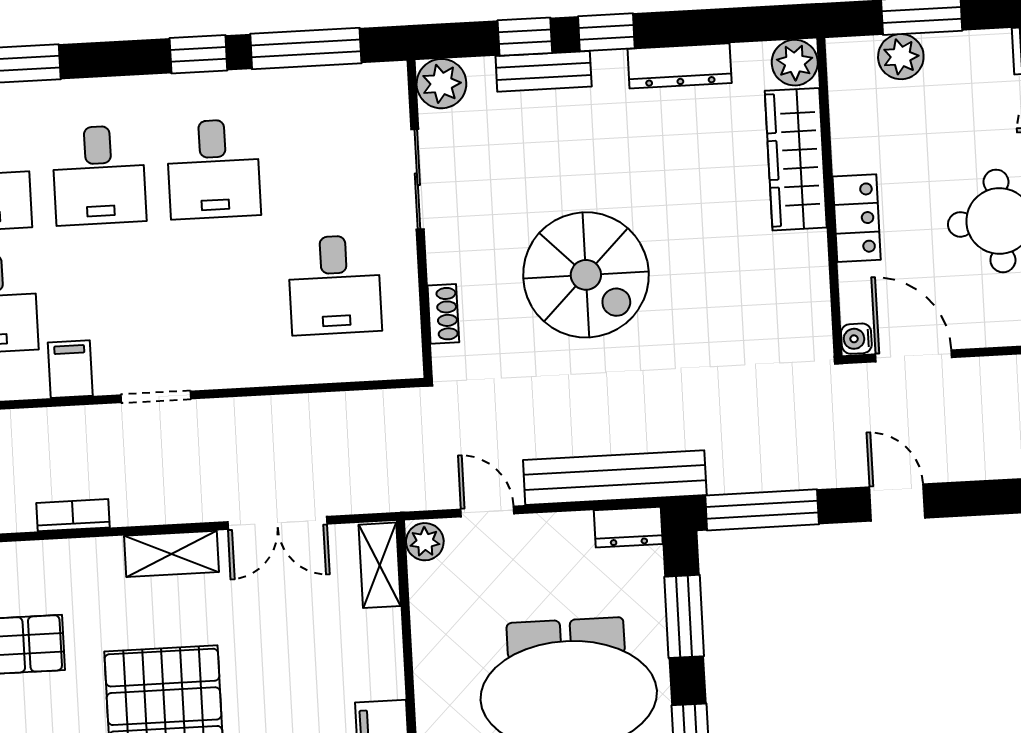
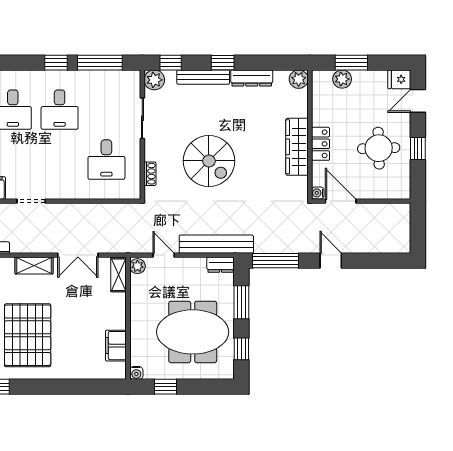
window: (525, 37) -> (171, 63), moved
bench: (544, 71) -> (203, 77), width x1.36
wardrobe: (796, 159) -> (297, 147), moved

